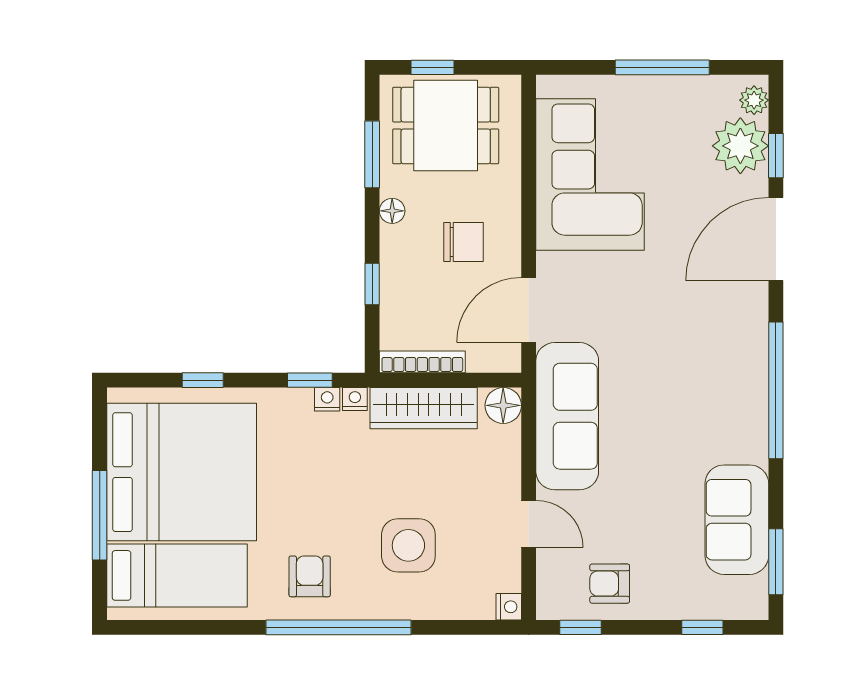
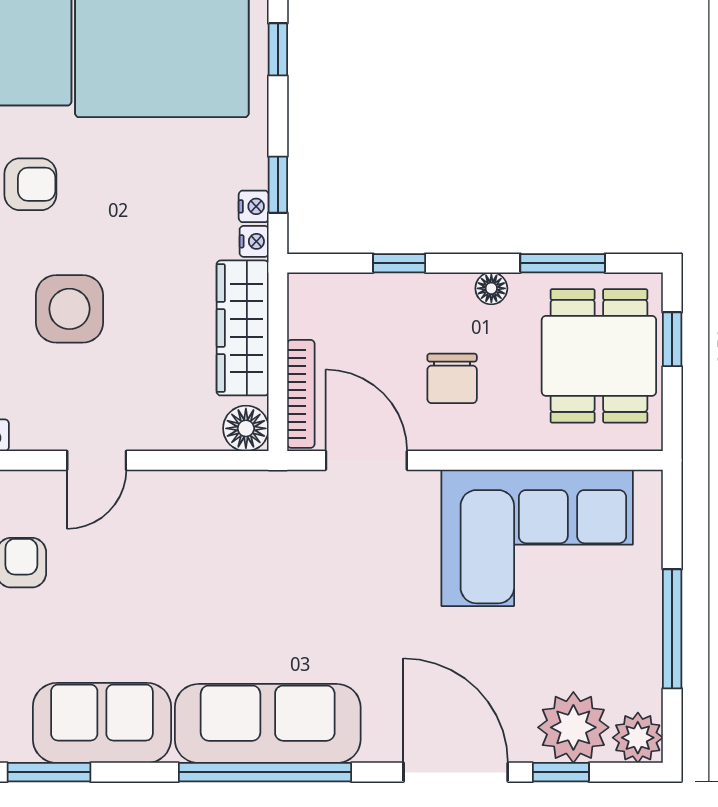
plant: (754, 100) -> (638, 738), width x1.38, depth x1.38
bookcase: (422, 362) -> (301, 394), moved
sofa: (567, 416) -> (268, 723), moved, turned 180

